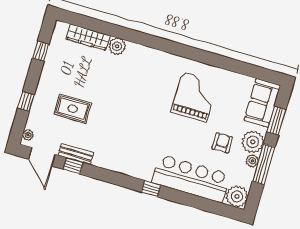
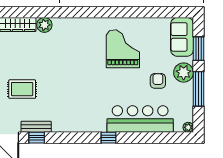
plant: (252, 161) -> (188, 89), removed
plant: (237, 196) -> (188, 127), width x0.53, depth x0.53

